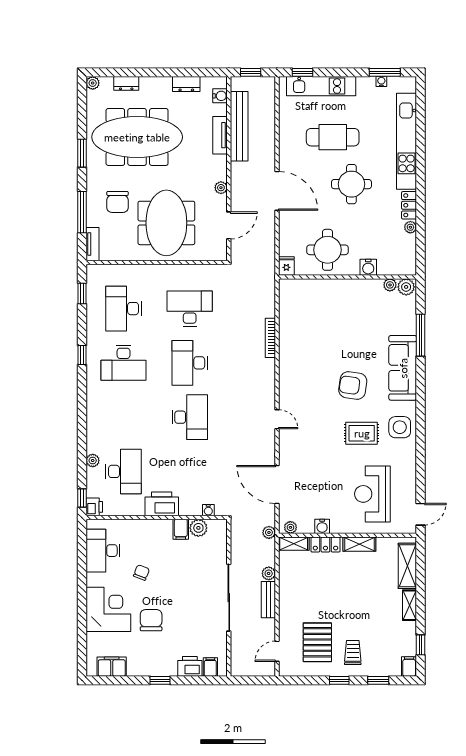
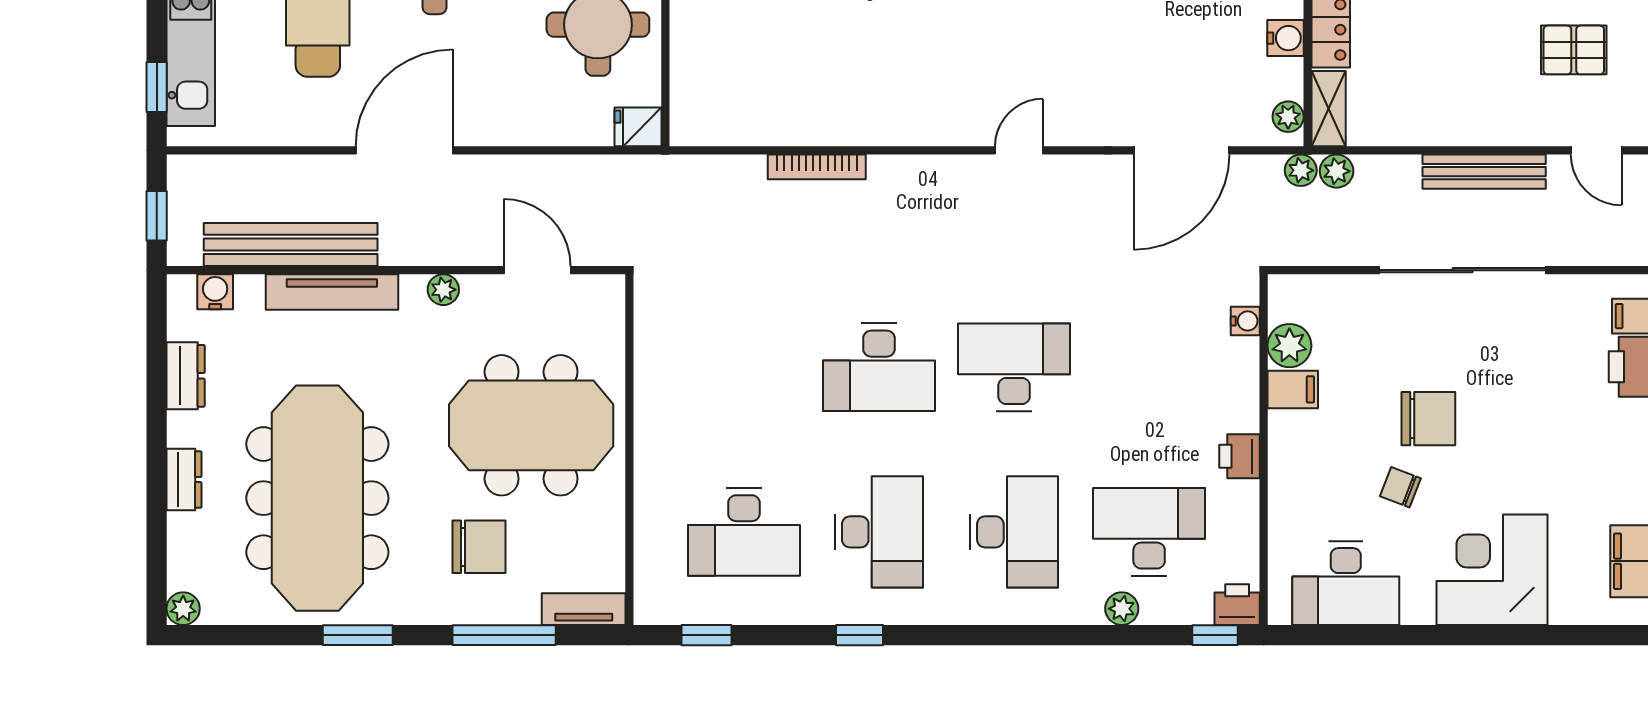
dresser: (126, 83) -> (184, 480), moved
tv unit: (220, 135) -> (332, 292), width x1.41
door: (277, 191) -> (404, 150), moved
desk: (190, 309) -> (1014, 532), moved, turned 180
printer: (162, 504) -> (1240, 456), width x0.53, depth x0.68
plant: (269, 573) -> (1337, 171), moved
bench: (268, 600) -> (1484, 172), width x1.36
chair: (151, 620) -> (1428, 419), moved, turned 180
pallet: (317, 642) -> (1574, 50), width x0.67, depth x0.71

